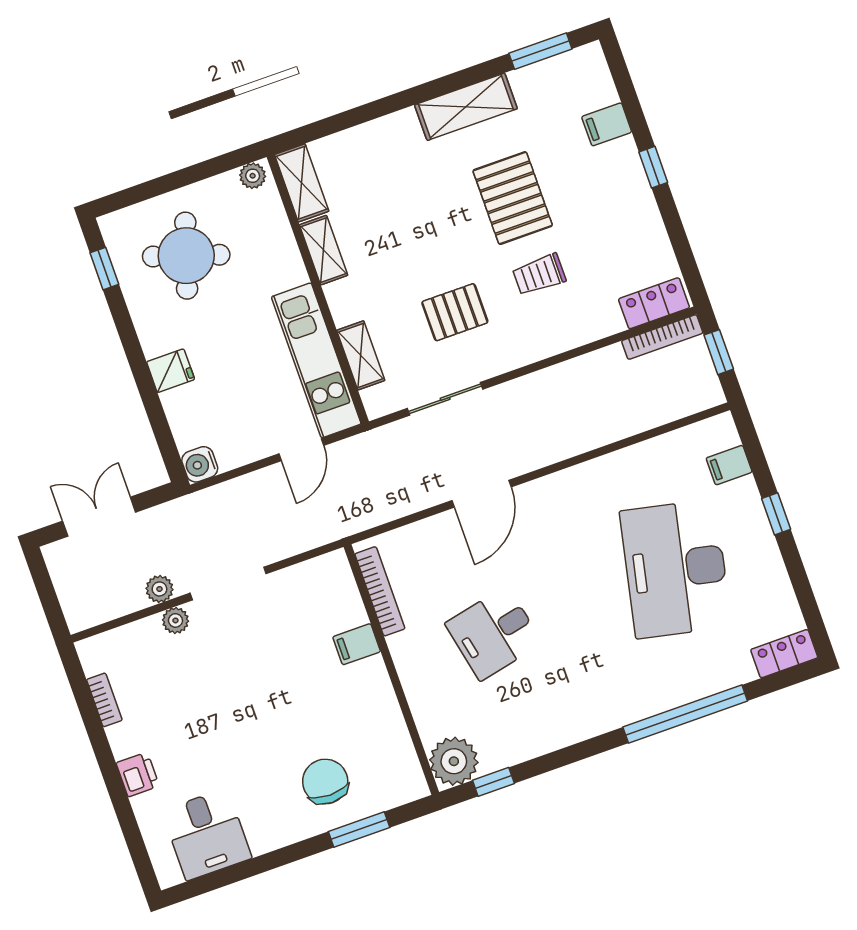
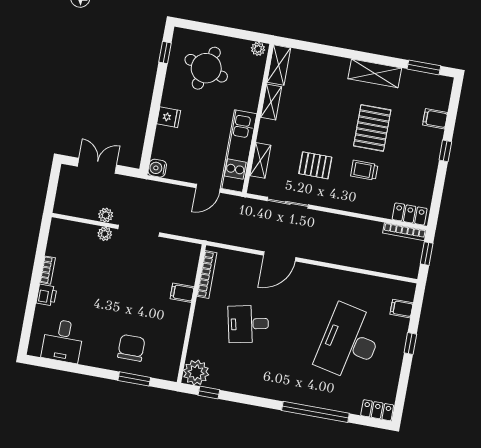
bookcase: (104, 700) -> (48, 270), moved

